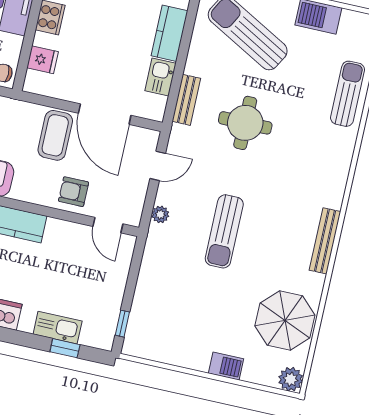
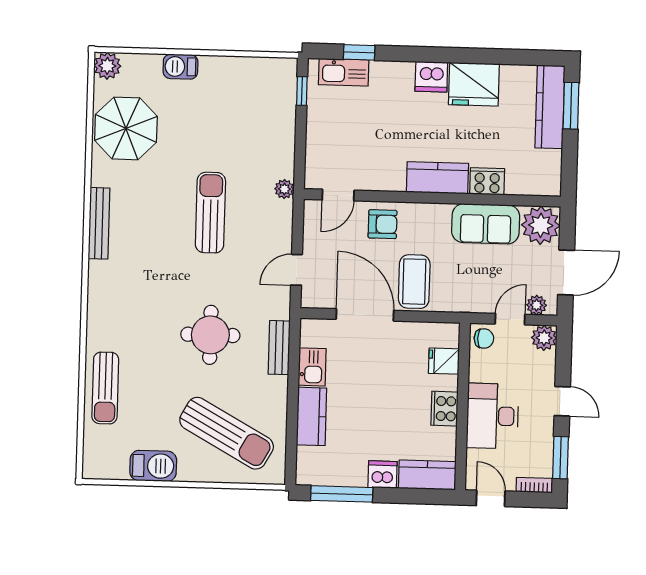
plant: (160, 214) -> (284, 189), moved
door: (108, 225) -> (338, 195), swing flipped
kitchen sink: (58, 328) -> (344, 72), moved

